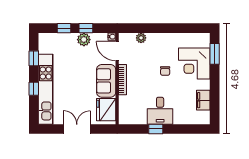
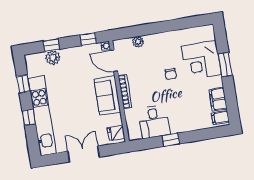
window: (86, 28) -> (88, 39), moved
plant: (84, 40) -> (53, 58), moved
window: (215, 54) -> (225, 65), moved
fridge: (106, 110) -> (116, 133), width x0.53, depth x0.75
desk: (160, 111) -> (154, 122), moved
filing cabinet: (203, 117) -> (220, 118), added

